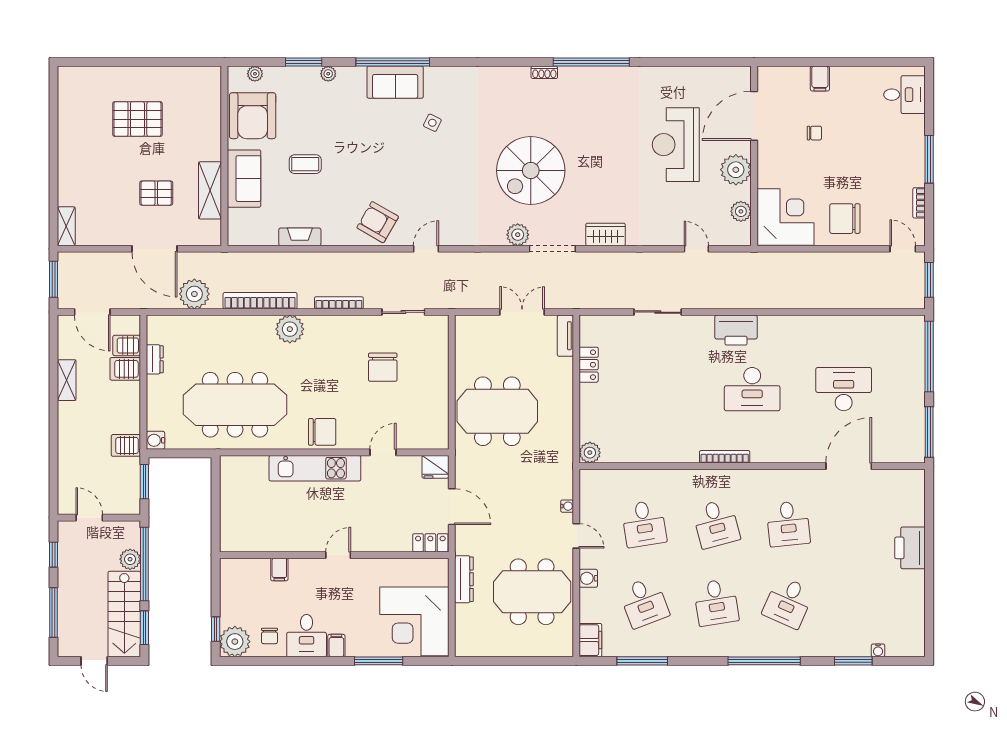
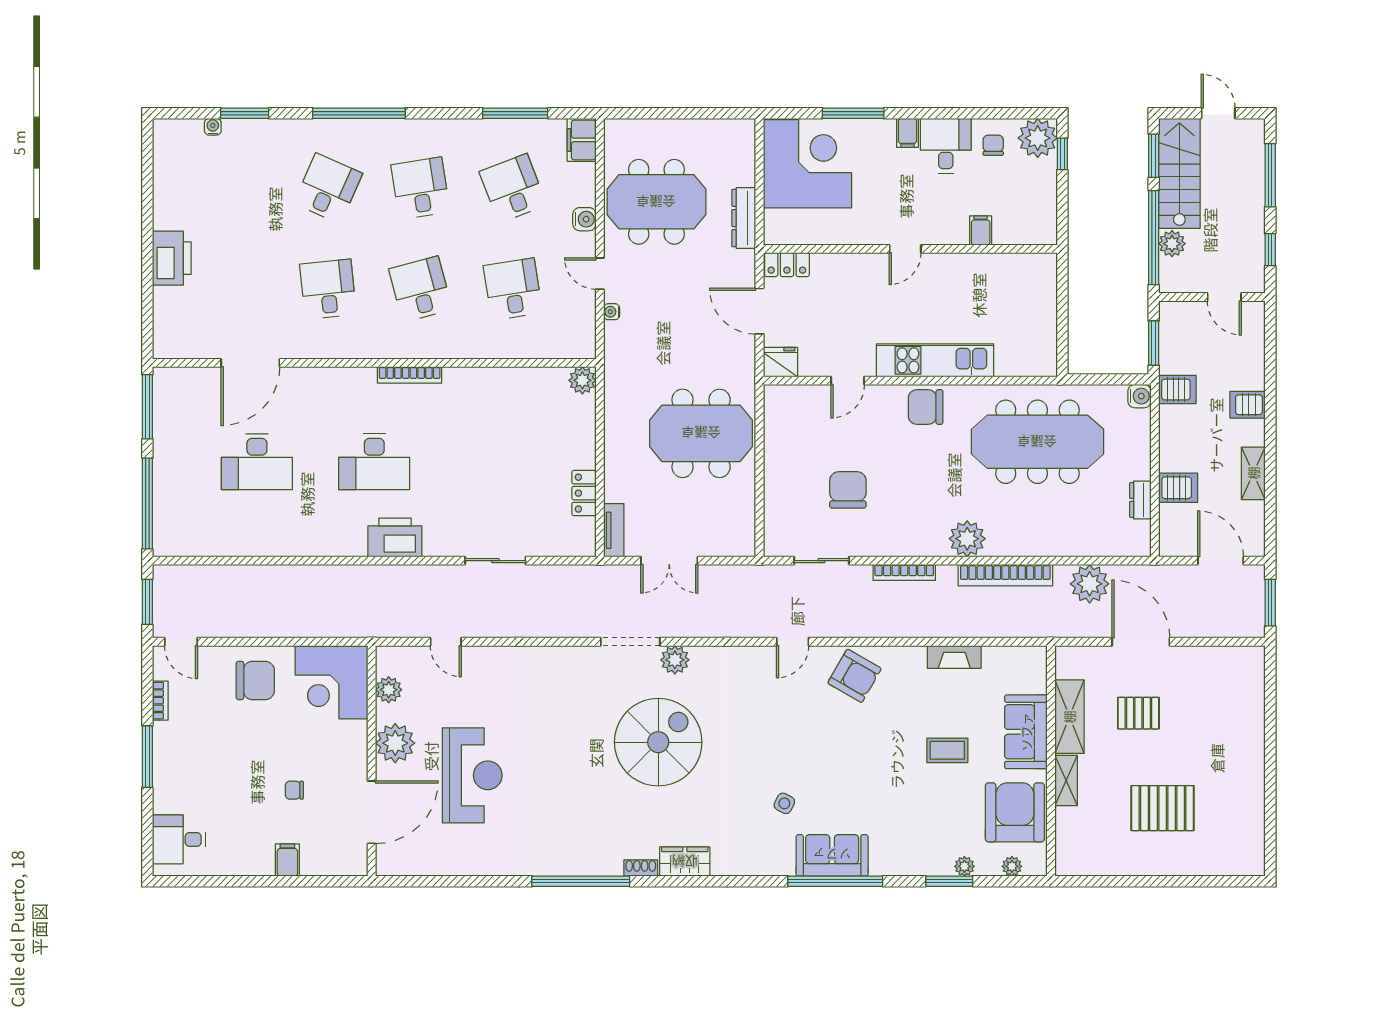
plant: (328, 74) -> (964, 866), moved
shelving: (66, 226) -> (1066, 781), moved
wardrobe: (606, 234) -> (685, 862), moved, turned 180
server rack: (127, 345) -> (1248, 405), moved, turned 180
desk: (752, 389) -> (374, 462), turned 180

